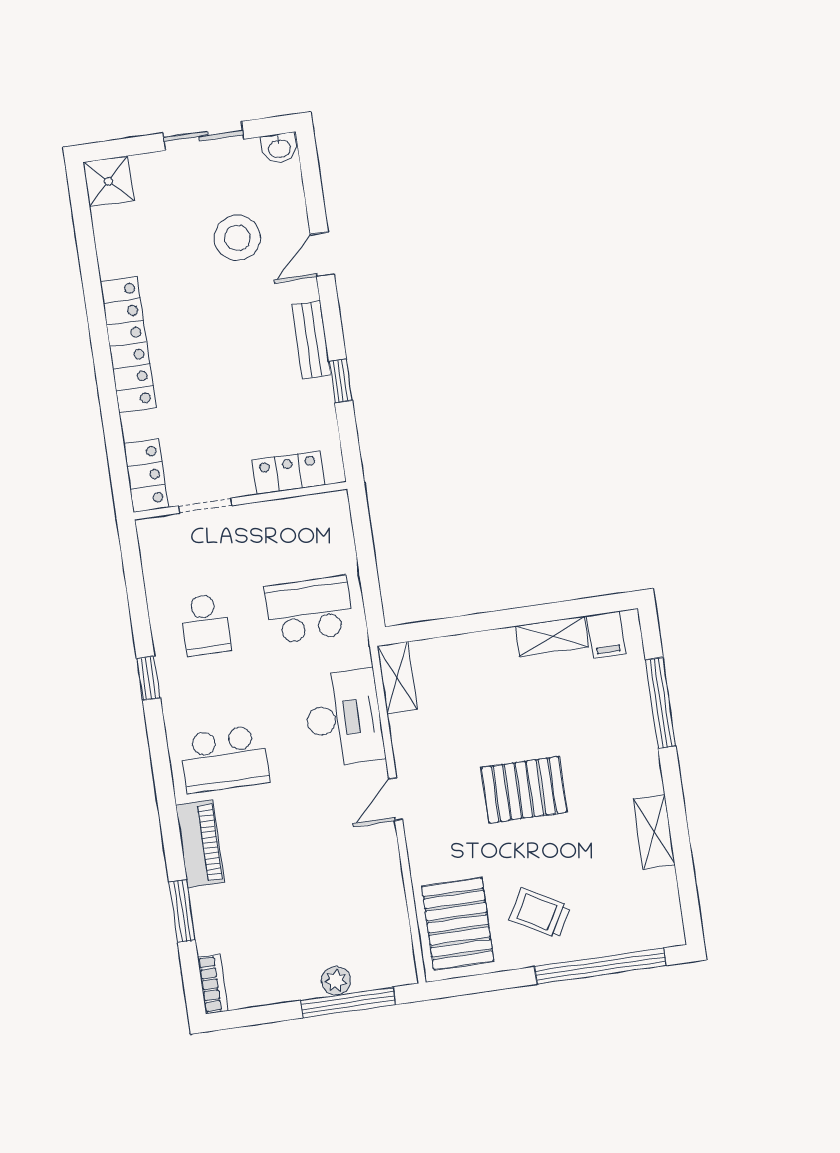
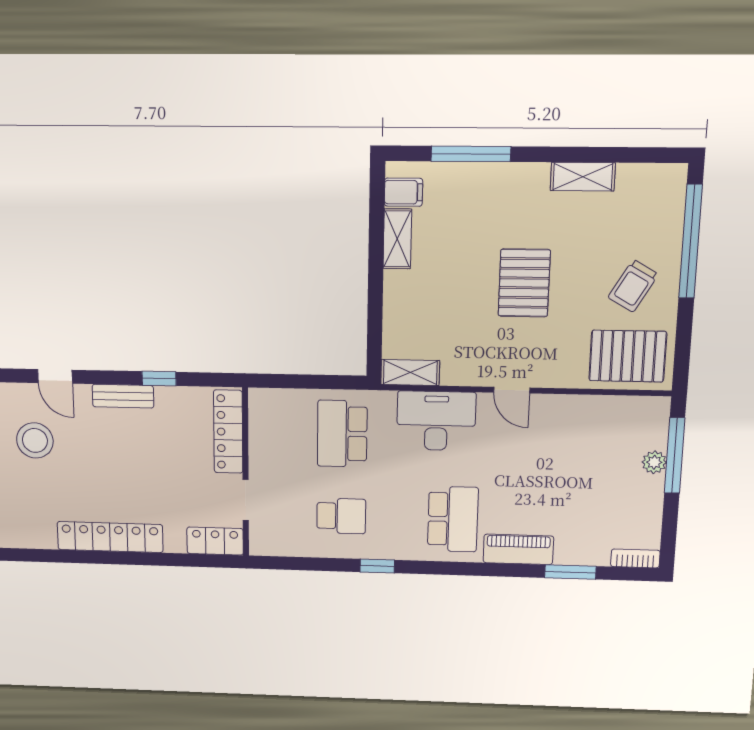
locker: (288, 473) -> (228, 432), width x1.53

